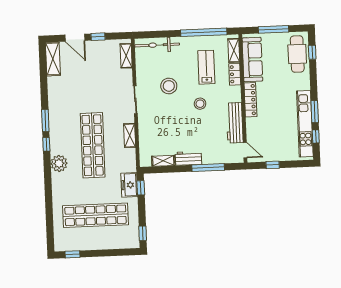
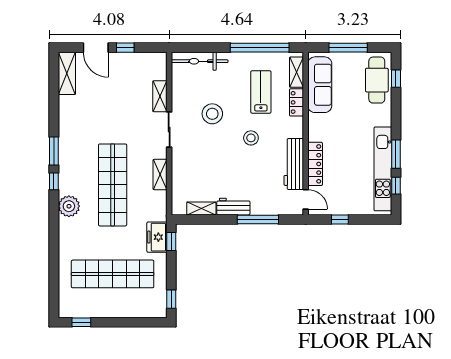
shelving: (126, 56) -> (160, 96), moved
locker: (250, 100) -> (315, 164), moved

